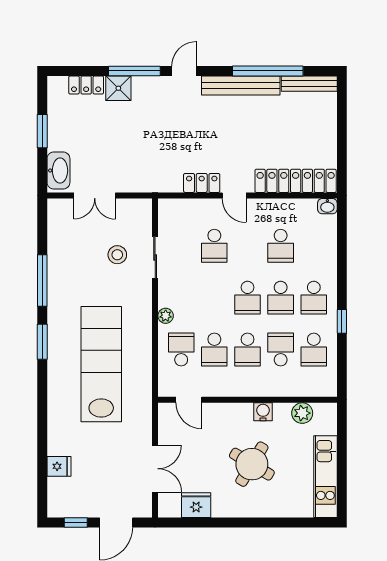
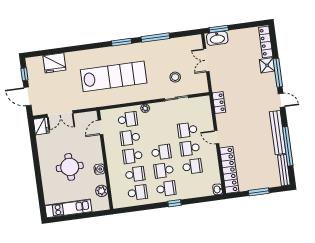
locker: (86, 85) -> (266, 42), width x1.53
window: (42, 131) -> (219, 29), moved
window: (342, 134) -> (259, 192), added
locker: (202, 183) -> (219, 103), moved
door: (234, 195) -> (217, 137), hinge flipped
school desk: (247, 246) -> (190, 148), added
school desk: (281, 246) -> (192, 166), turned 180
school desk: (247, 298) -> (161, 152), turned 180
school desk: (314, 298) -> (166, 189), turned 180
window: (342, 321) -> (175, 203), moved
school desk: (314, 350) -> (138, 193), turned 180
round table: (252, 464) -> (70, 167), turned -31
fridge: (59, 466) -> (54, 63), width x1.88, depth x1.34
fridge: (196, 505) -> (41, 126), moved

